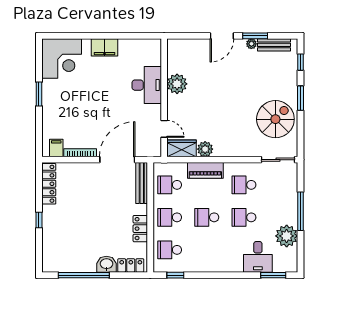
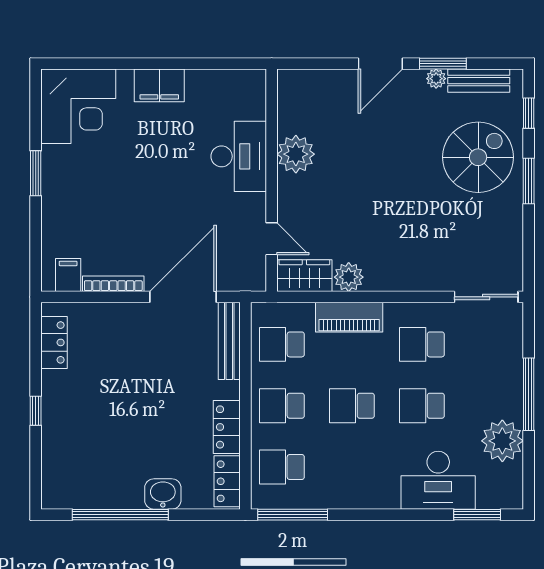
spiral stairs: (275, 119) -> (478, 157), moved
locker: (49, 184) -> (54, 342), width x0.66
desk: (258, 257) -> (438, 480), width x1.37
locker: (131, 265) -> (227, 481), moved, turned -90
window: (175, 275) -> (293, 515), width x2.17

